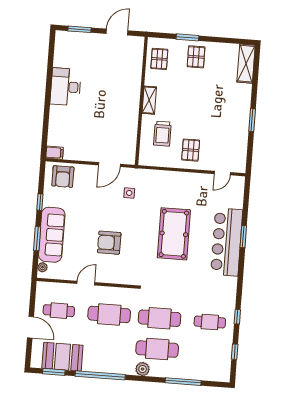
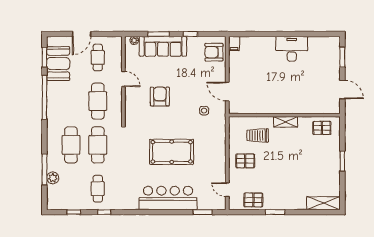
window: (187, 37) -> (342, 161), moved
pallet: (196, 57) -> (253, 200), moved
window: (243, 237) -> (203, 212), moved
plant: (143, 369) -> (53, 178), moved

